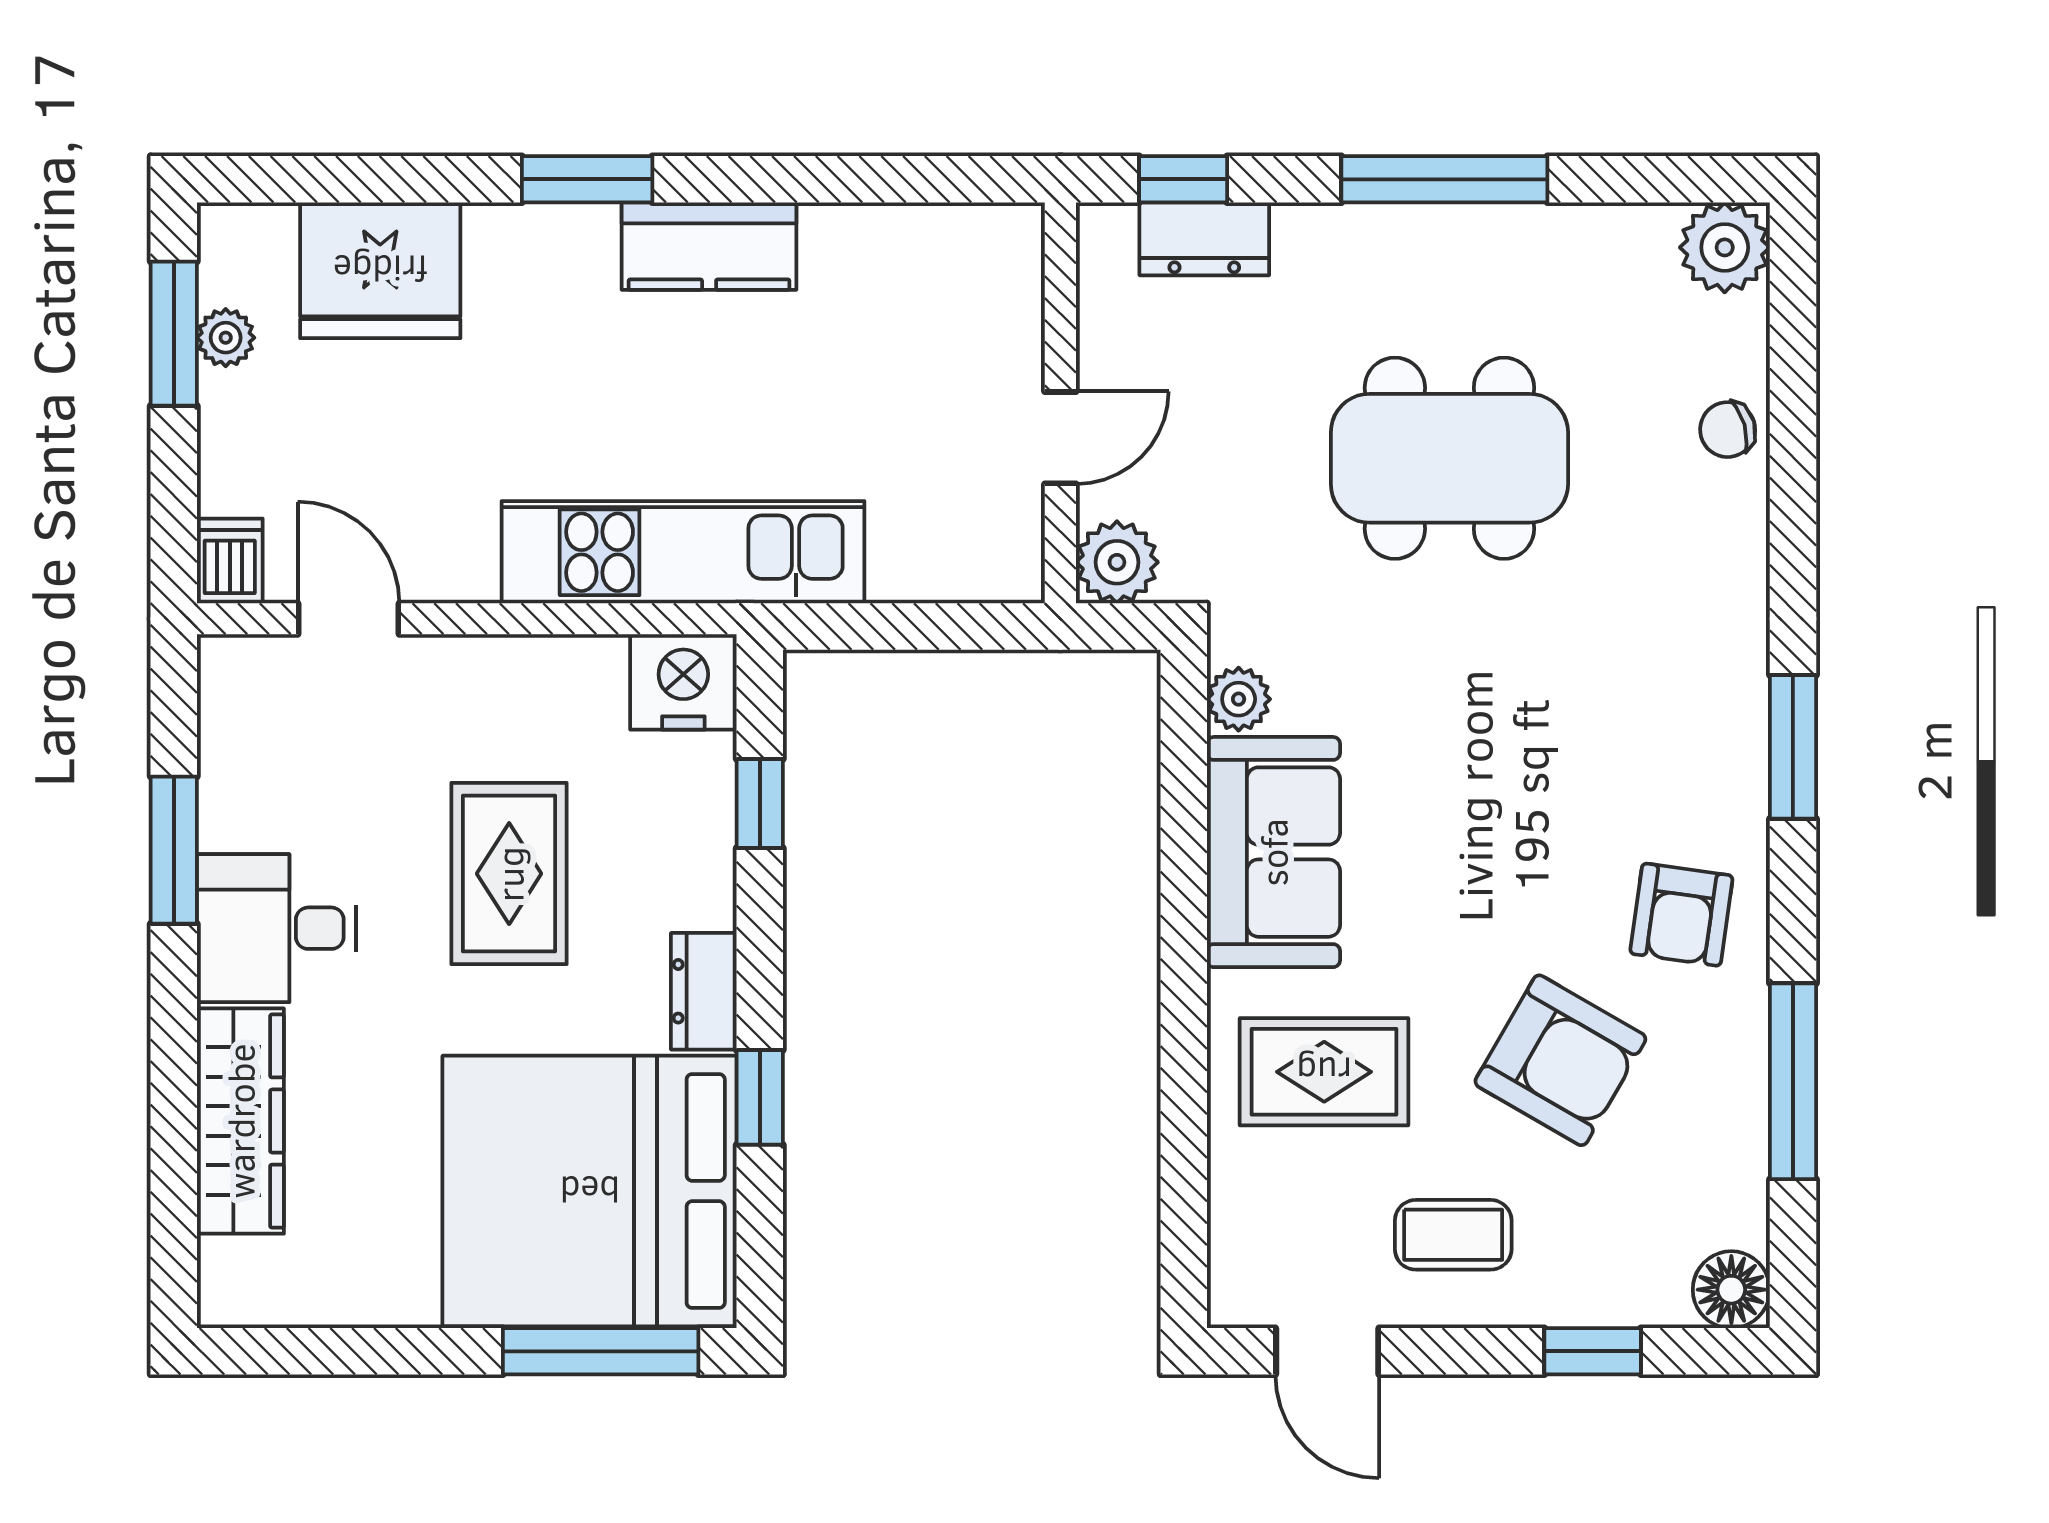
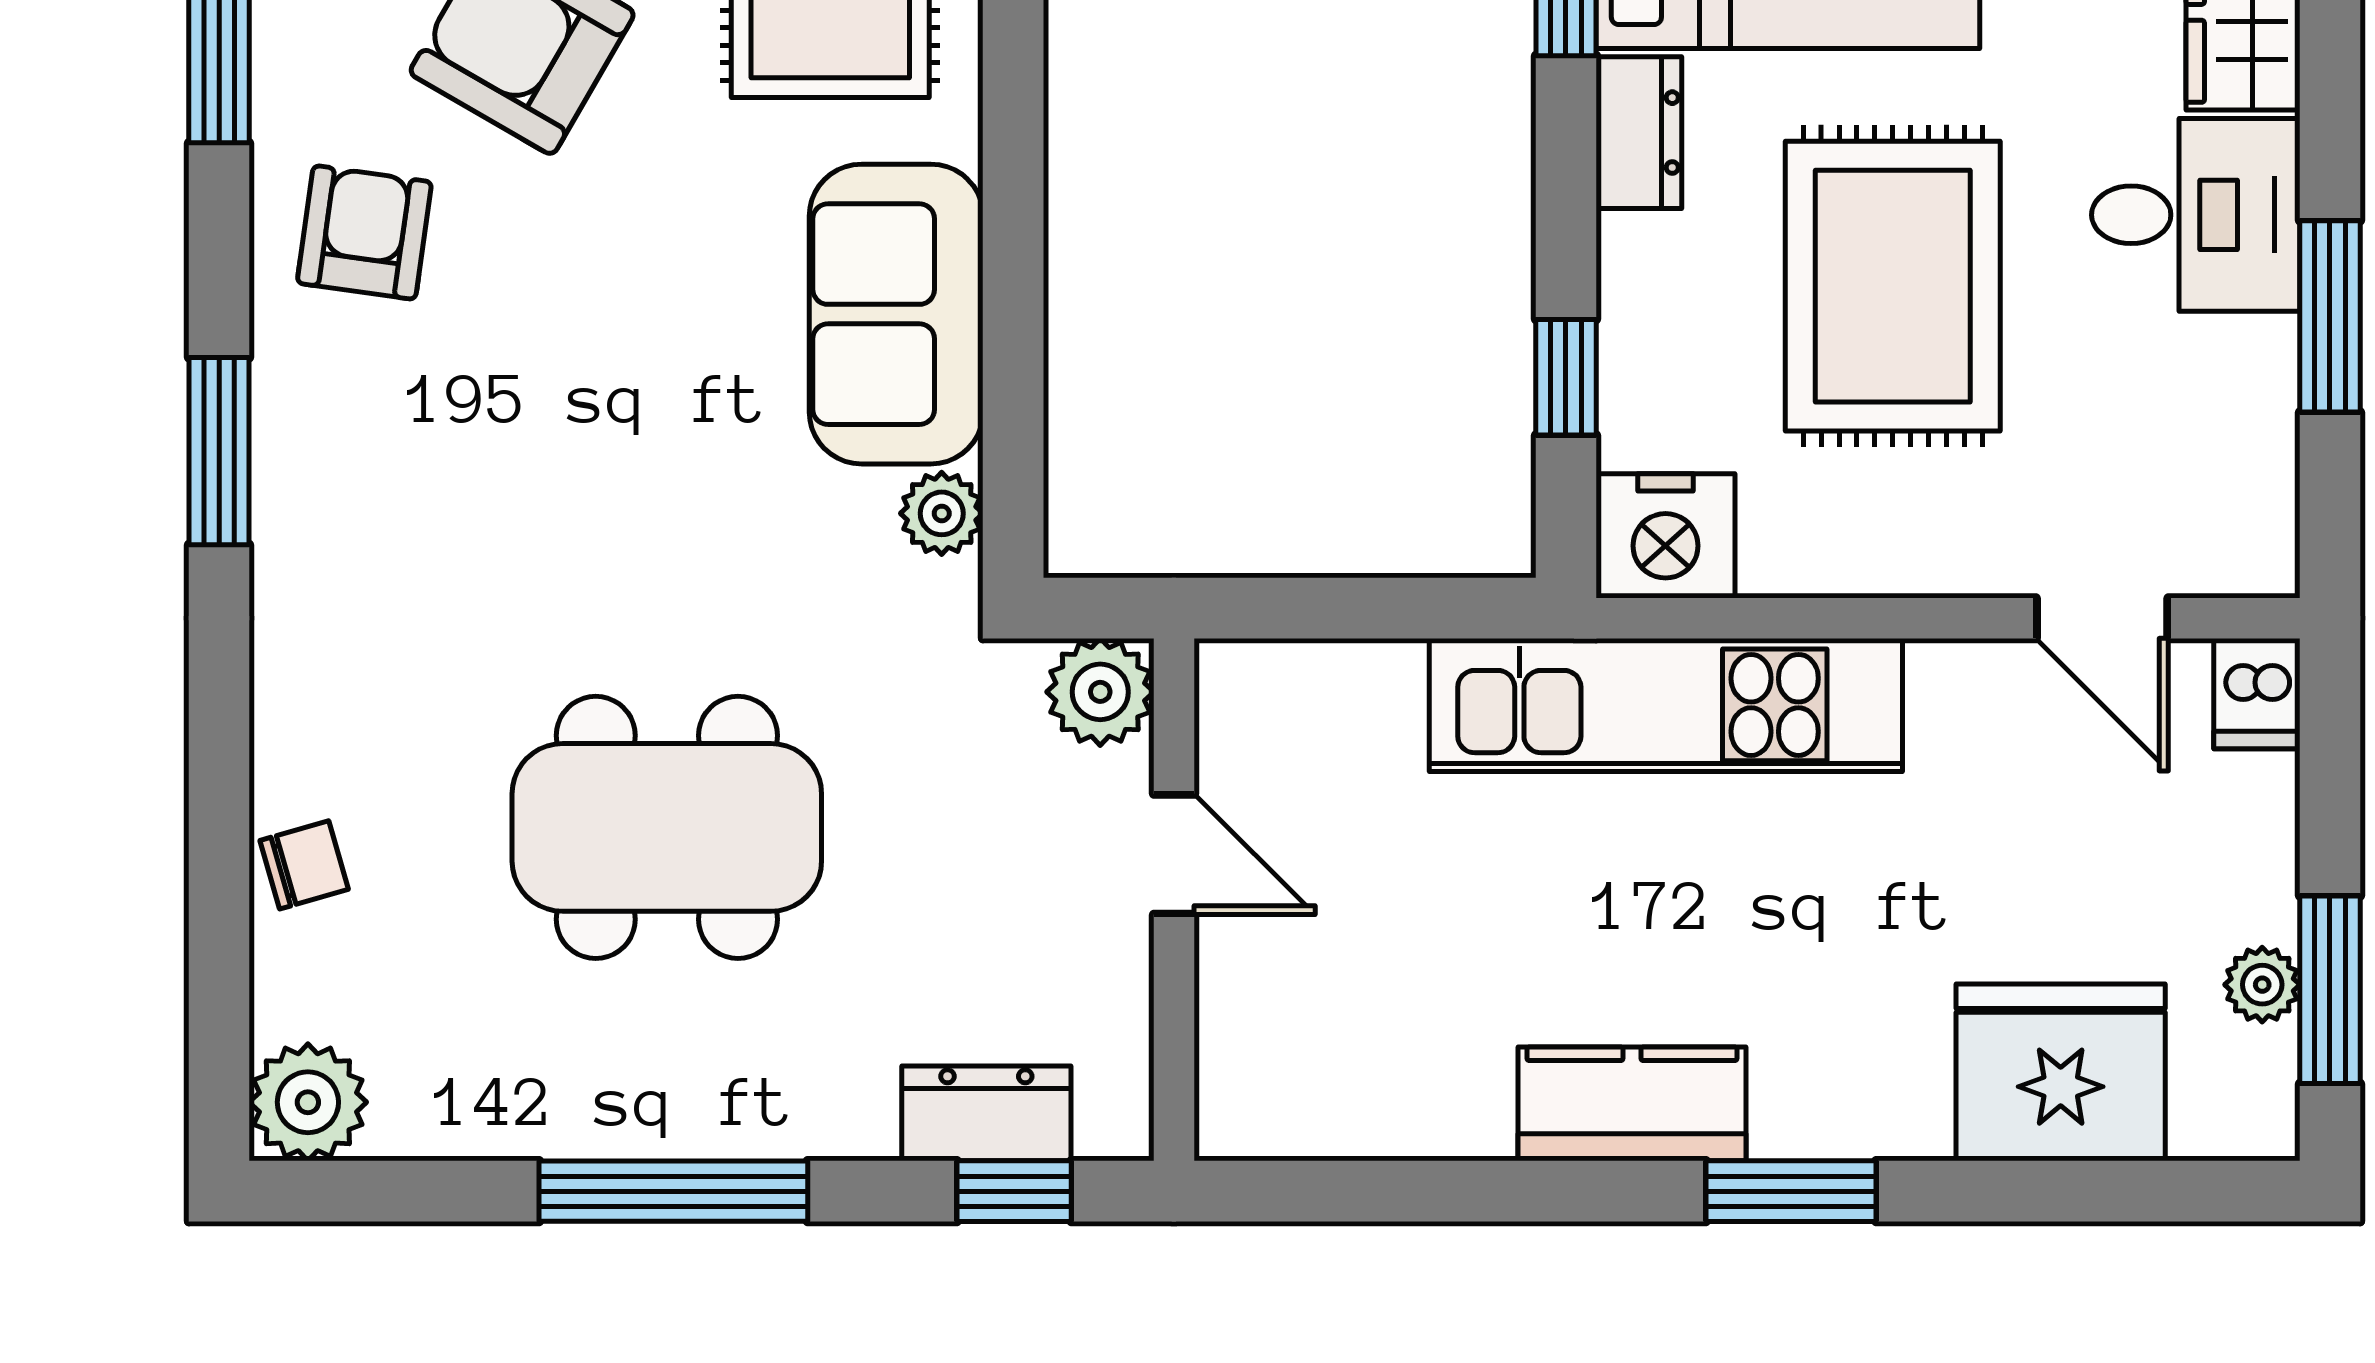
door: (1060, 438) -> (1174, 854), swing flipped
rug: (509, 874) -> (1893, 286), width x1.36, depth x1.43

